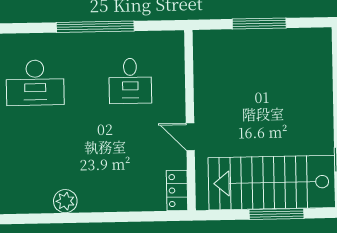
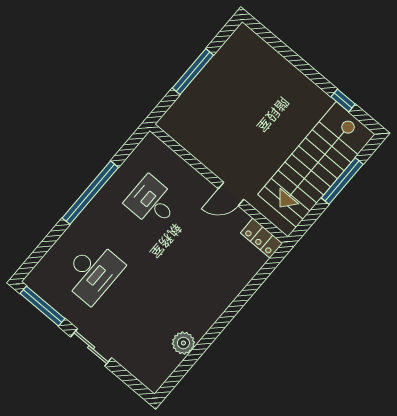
desk: (130, 81) -> (152, 202), turned 180
plant: (65, 201) -> (183, 343), moved

